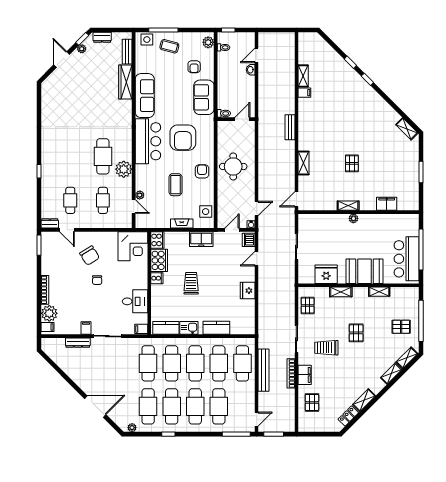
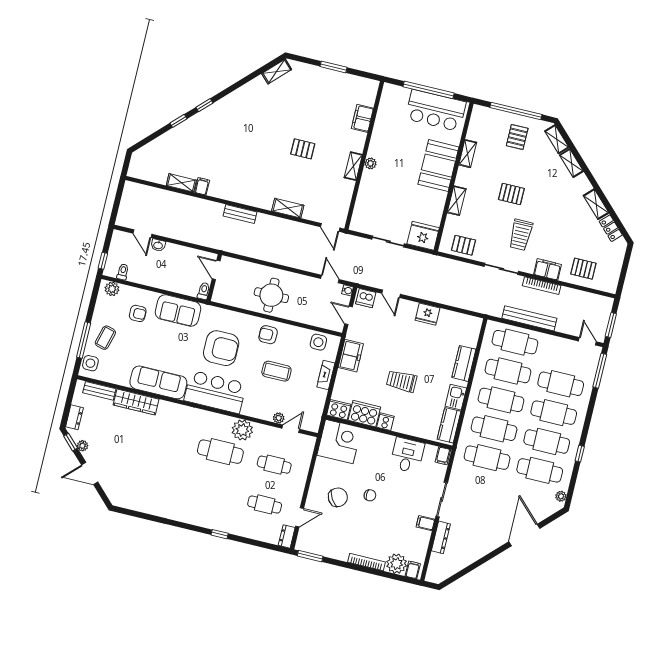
fridge: (326, 274) -> (423, 236), moved, turned 90

